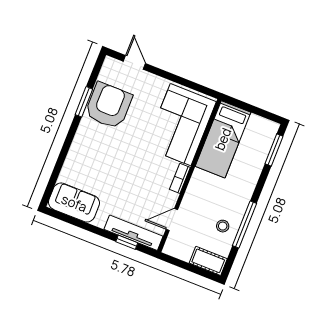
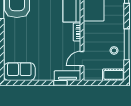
tv unit: (133, 233) -> (68, 76), width x0.71

